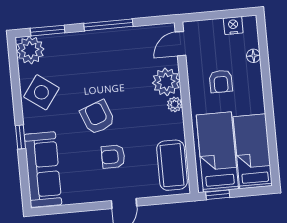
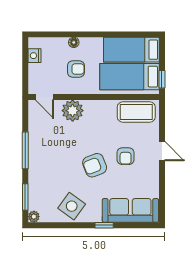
plant: (30, 50) -> (34, 217), width x0.53, depth x0.53
floor lamp: (253, 56) -> (74, 42), moved
plant: (175, 104) -> (90, 106), removed

